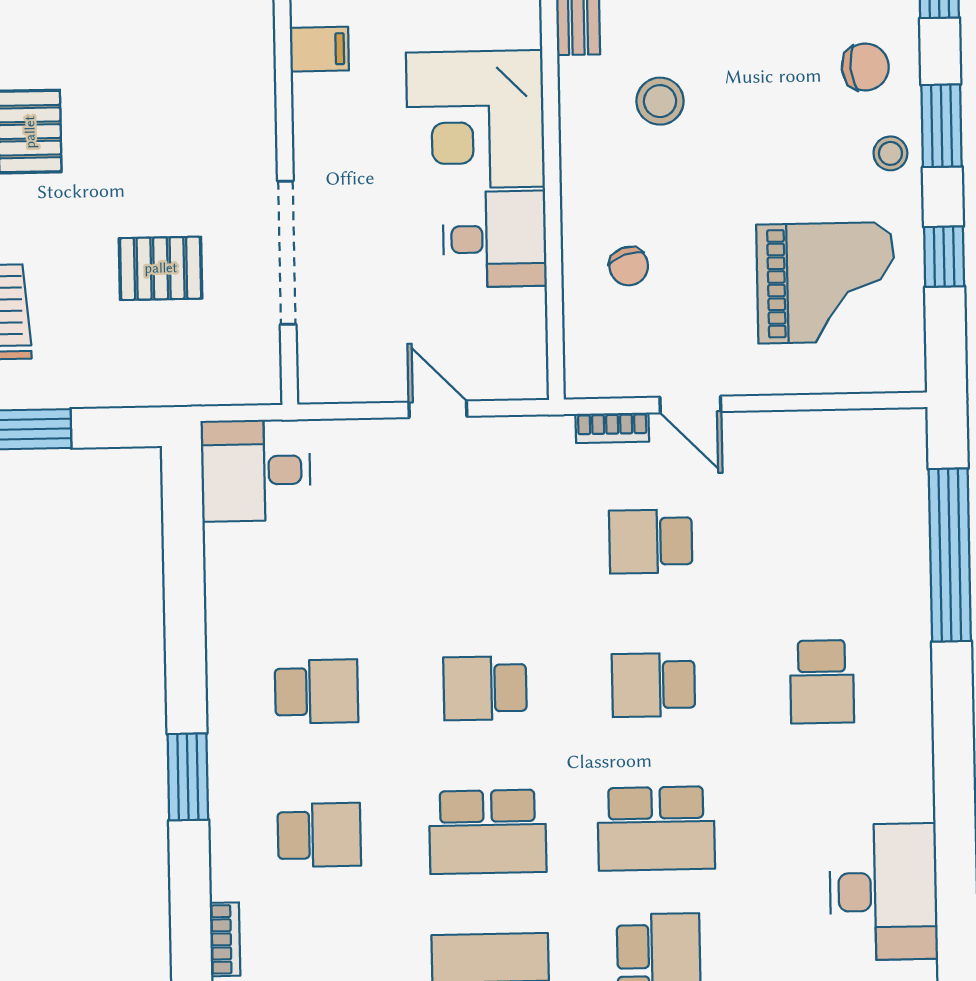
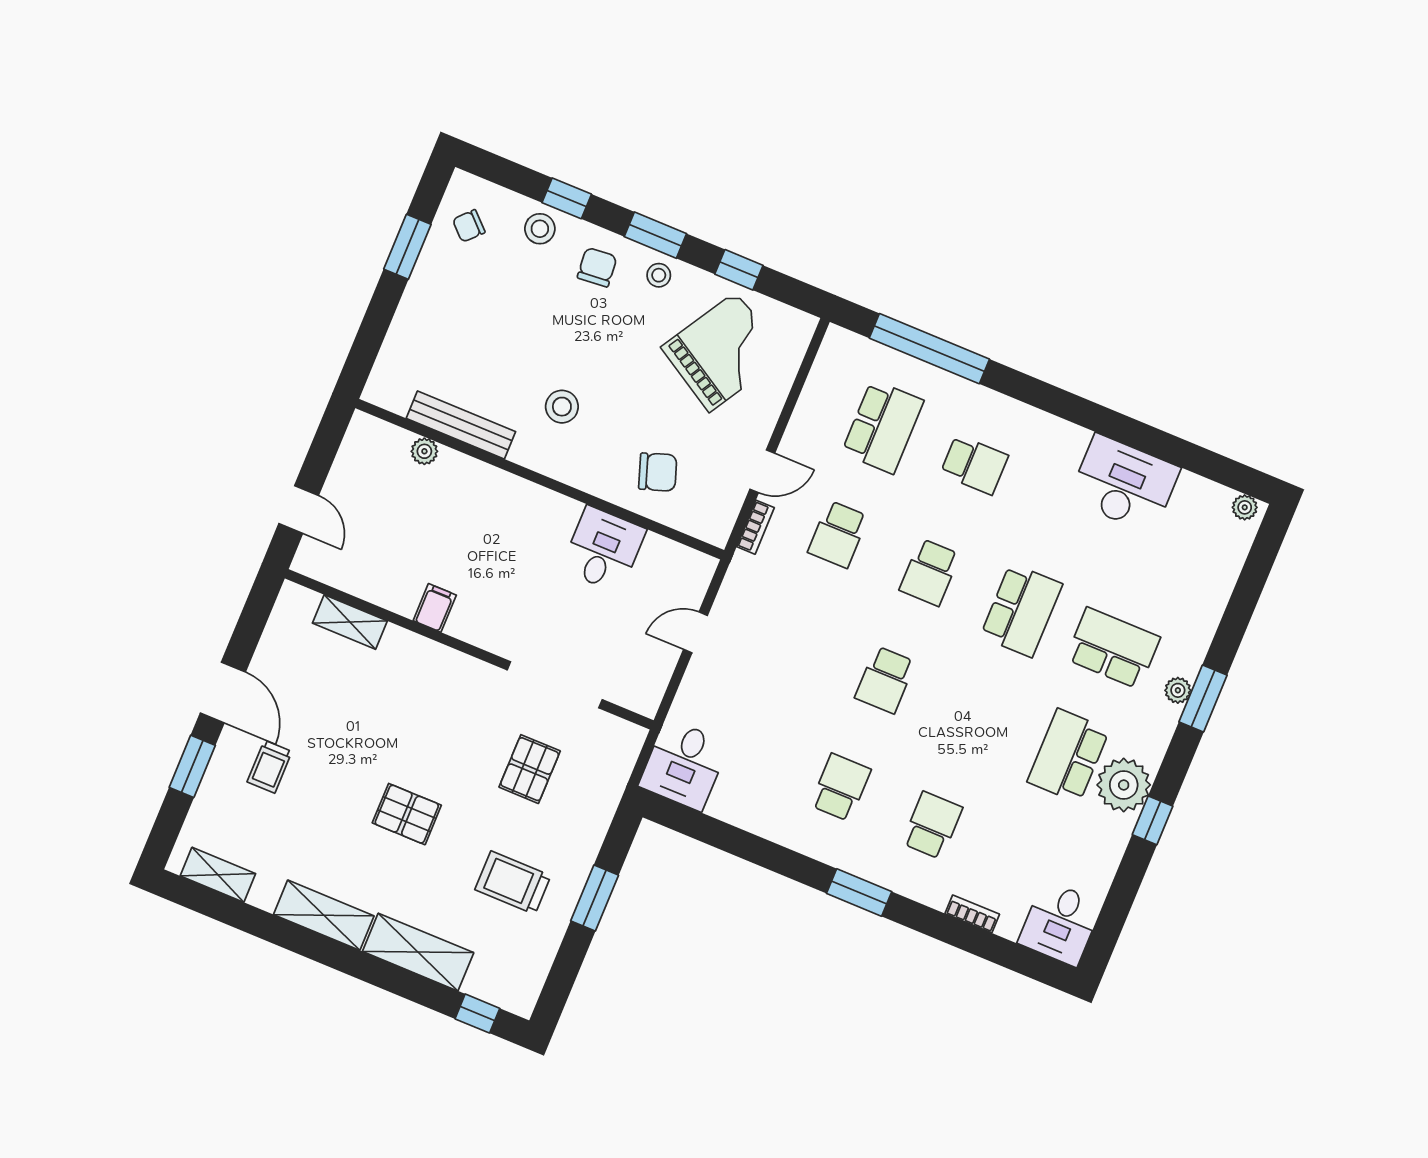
corner desk: (475, 120) -> (522, 529), removed
chair: (629, 266) -> (658, 472), width x1.37, depth x1.37
grand piano: (826, 283) -> (723, 352), turned 31
school desk: (488, 832) -> (883, 427), moved

